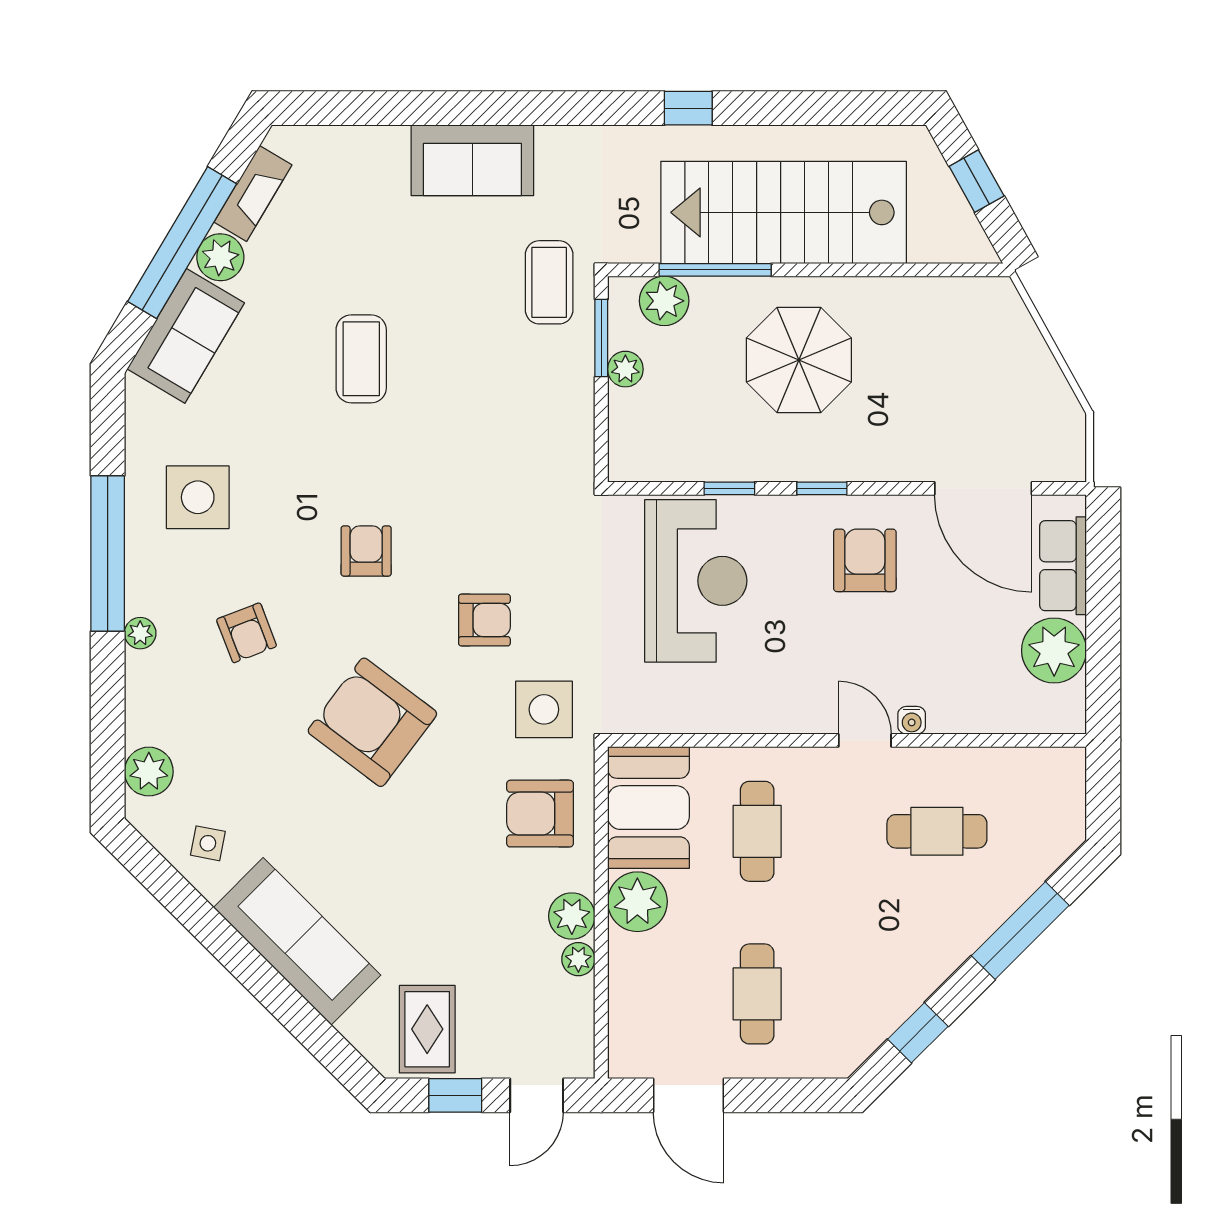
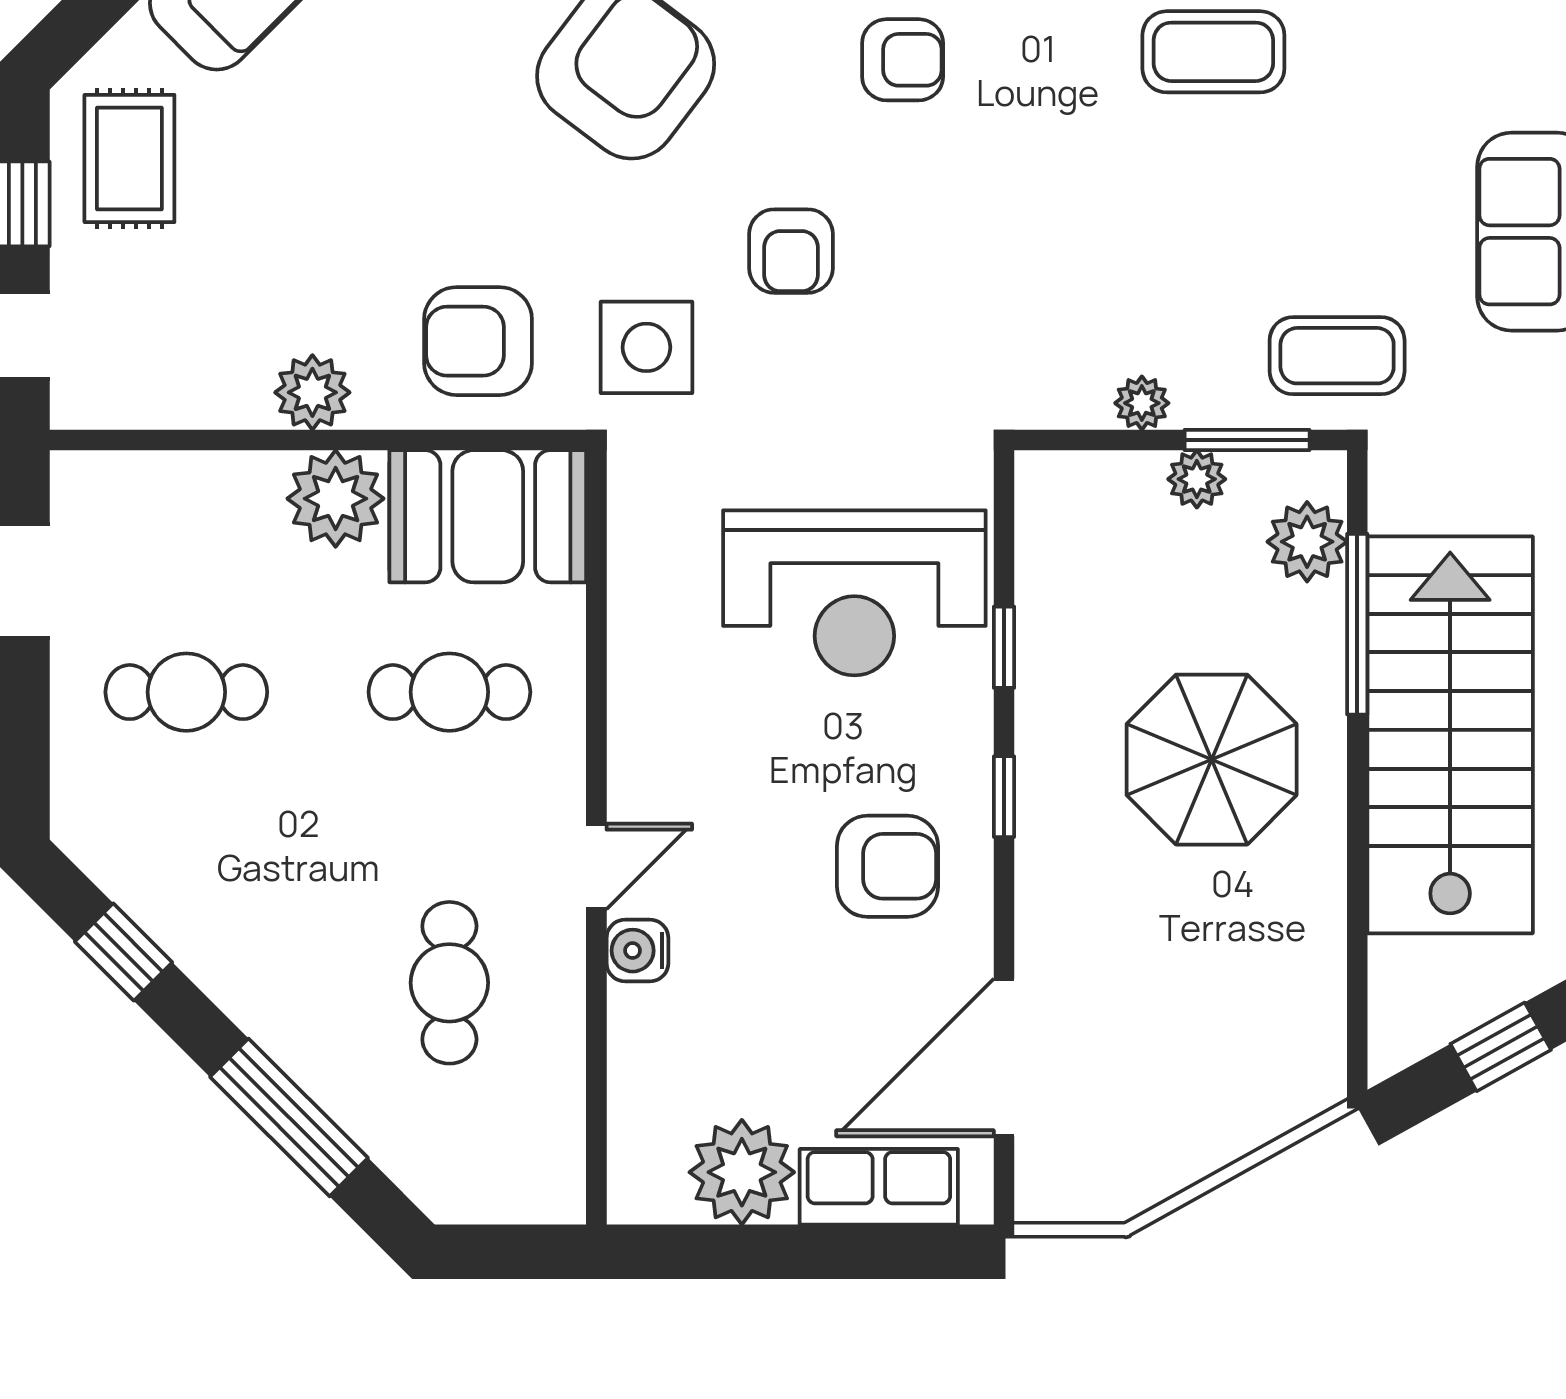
water cooler: (912, 720) -> (637, 951), width x1.38, depth x1.38
armchair: (540, 814) -> (478, 341), turned -90
plant: (578, 959) -> (1142, 403), moved
rug: (427, 1029) -> (129, 159), turned 90

